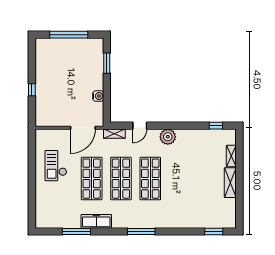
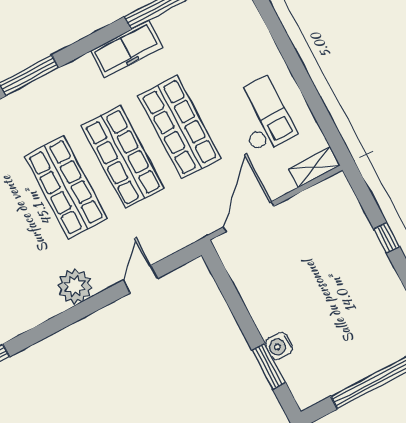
water cooler: (98, 96) -> (279, 346), moved
shelving: (114, 134) -> (314, 167), moved

